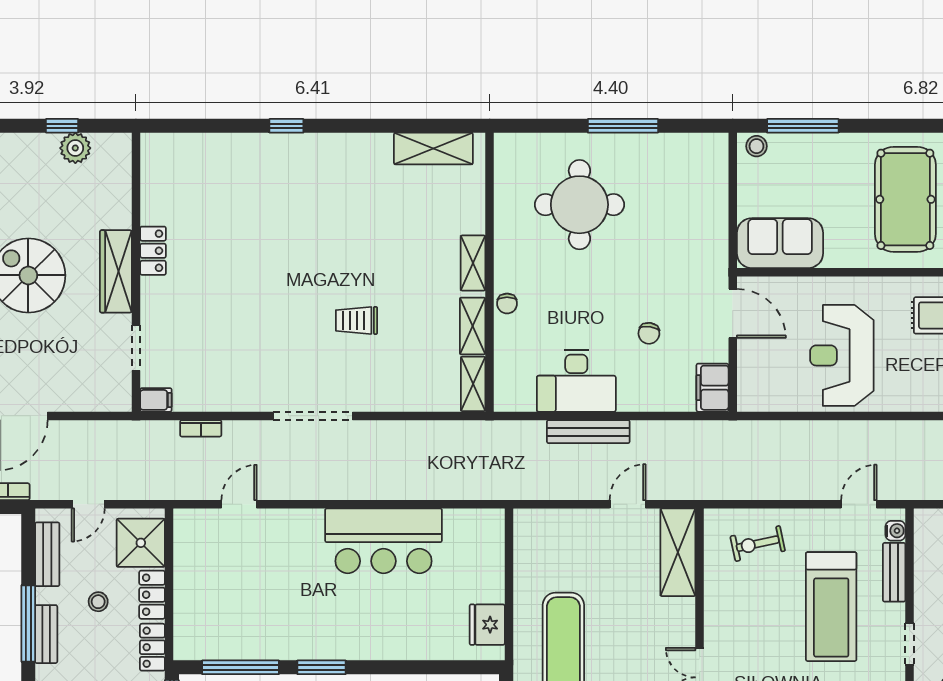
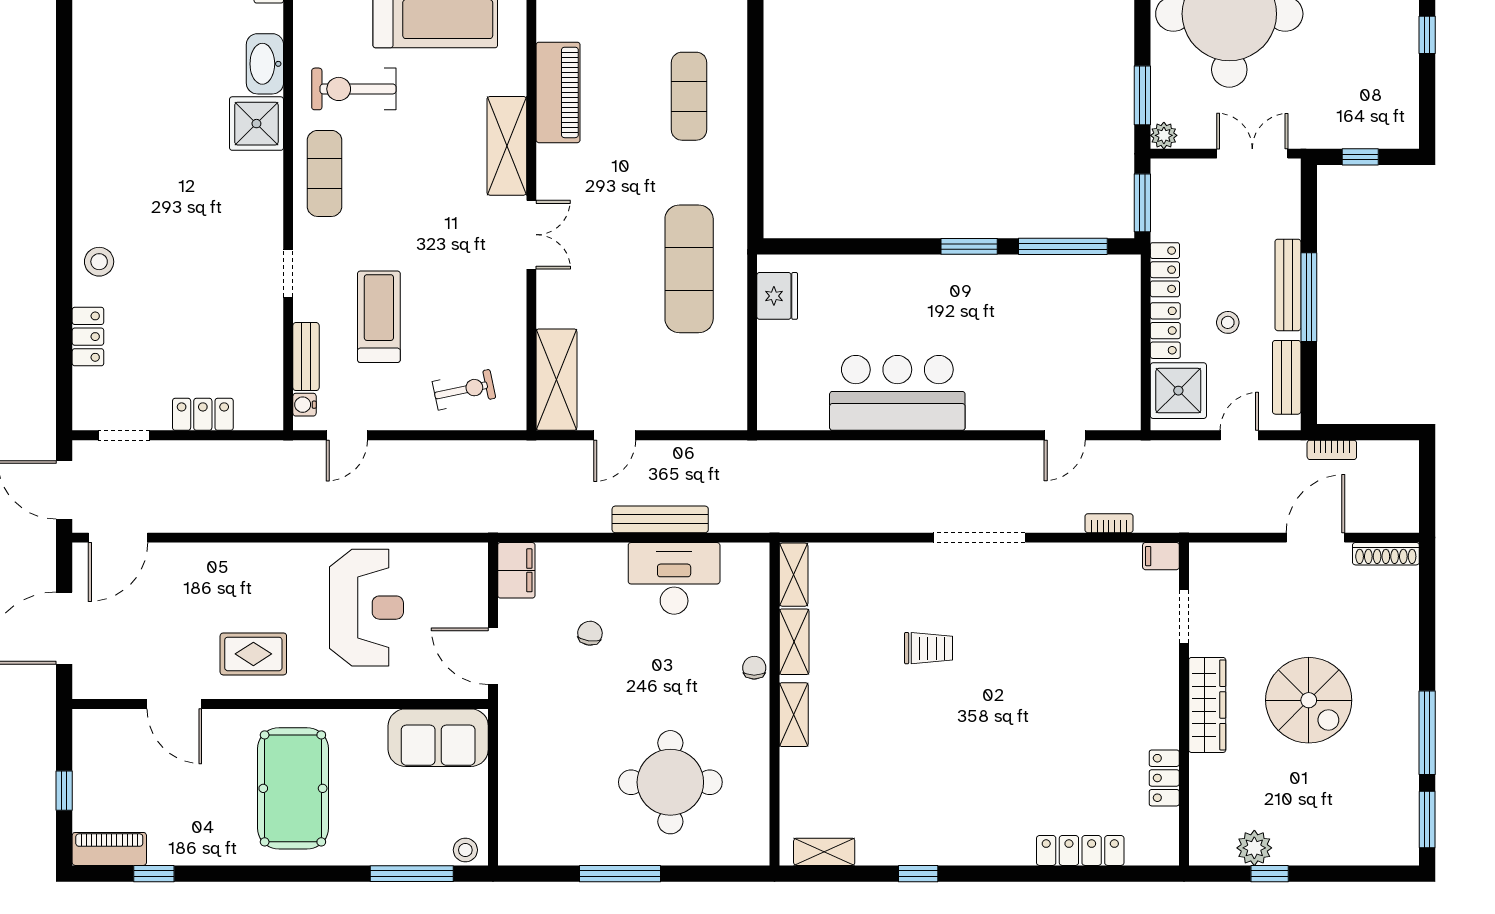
window: (286, 126) -> (918, 874), moved
locker: (226, 146) -> (1080, 850), added
shelving: (433, 149) -> (824, 852), width x0.67, depth x0.75
locker: (153, 251) -> (1164, 778), moved
treadmill: (831, 607) -> (379, 317), width x0.73, depth x0.73
bench: (46, 634) -> (1288, 285), width x1.36

